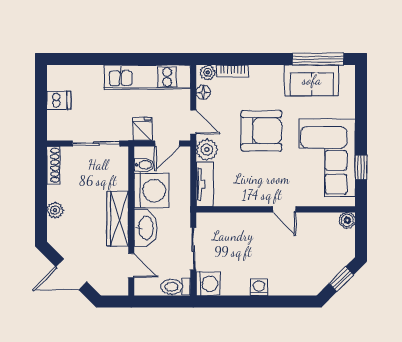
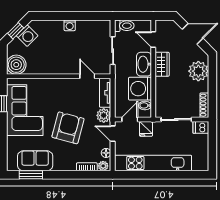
window: (318, 59) -> (31, 175), width x0.69
kitchen unit: (147, 77) -> (153, 163), width x1.36
dishwasher: (59, 100) -> (201, 127), moved
armchair: (261, 131) -> (68, 128), turned 105
door: (284, 209) -> (87, 76), moved
plant: (55, 210) -> (198, 71), width x1.88, depth x1.88
wardrobe: (118, 219) -> (162, 64), width x0.67
boiler: (347, 220) -> (16, 65), width x1.86, depth x1.86
washing machine: (208, 284) -> (27, 36), moved, turned -135

